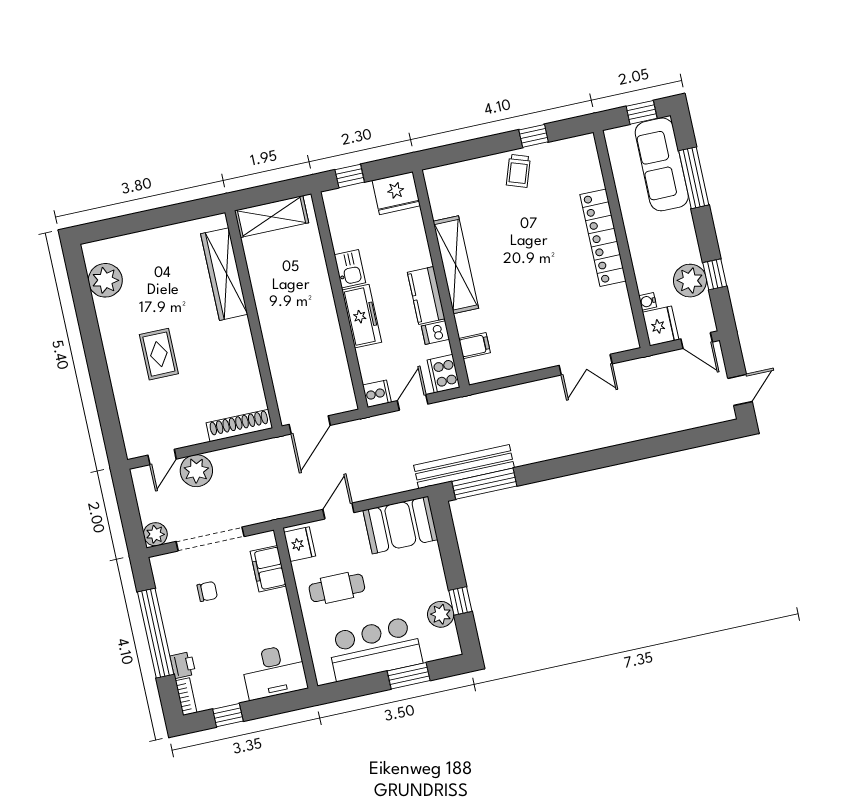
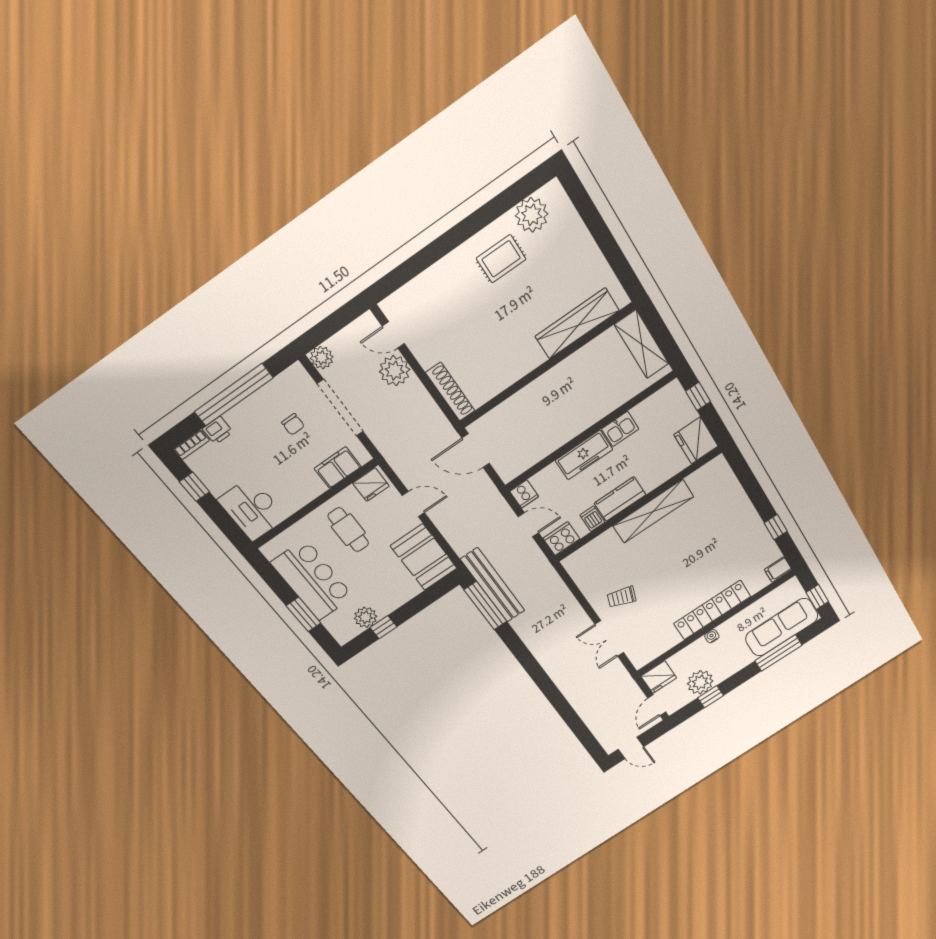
trolley: (518, 171) -> (622, 597), moved
water cooler: (648, 301) -> (712, 636), moved
filing cabinet: (474, 346) -> (778, 569), moved, turned 90
rug: (159, 354) -> (501, 259), moved

